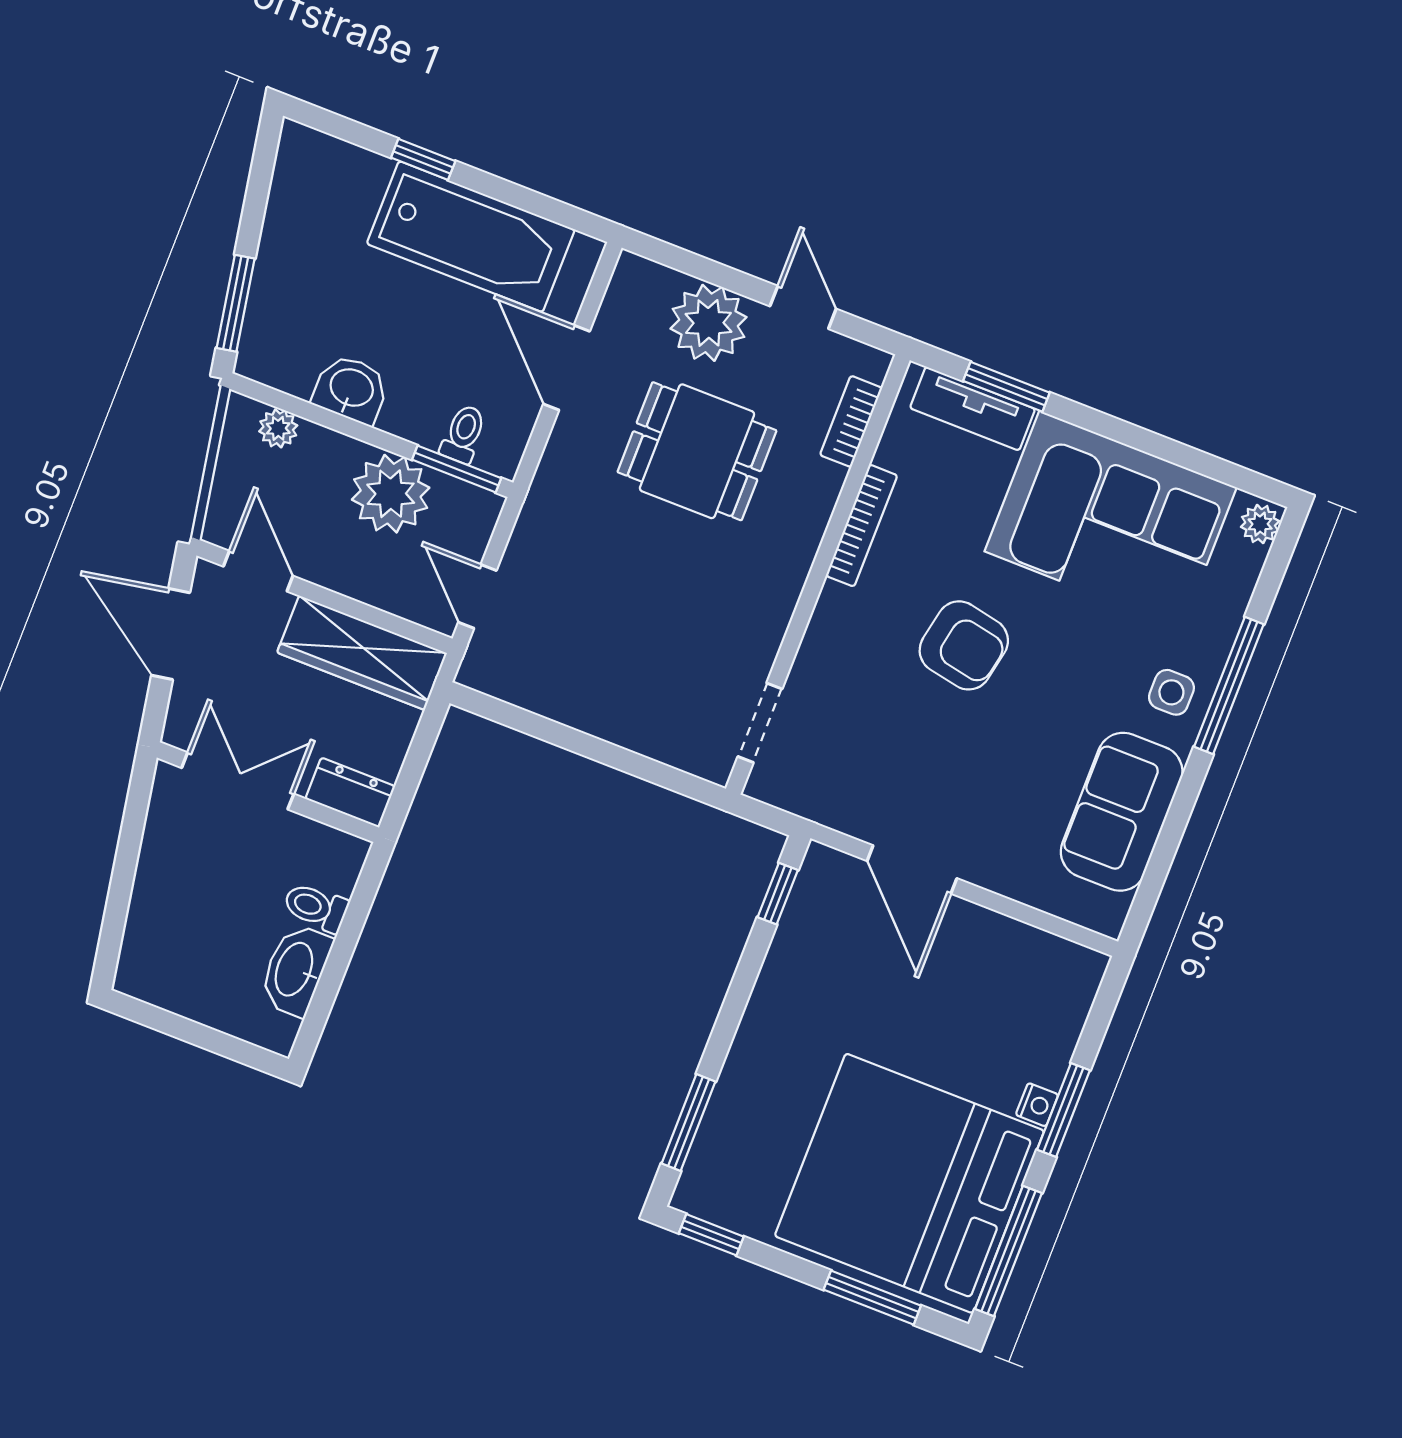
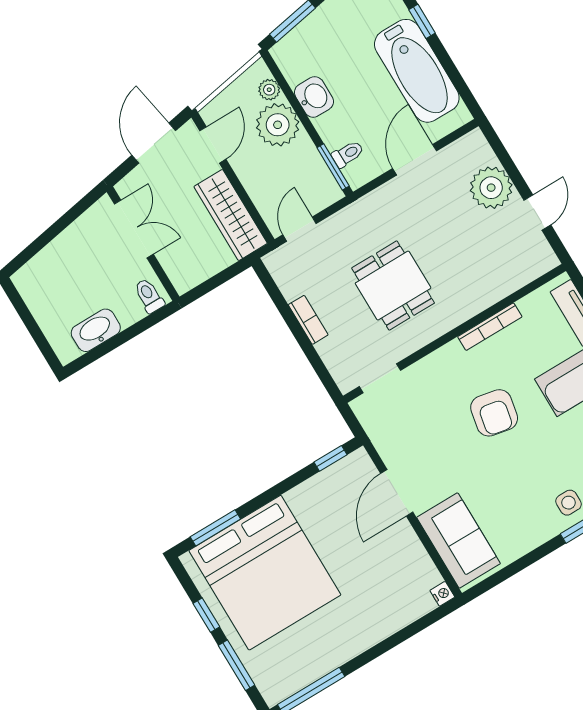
bookcase: (851, 421) -> (308, 320), moved, turned 90
dining table: (697, 451) -> (393, 286), moved
plant: (391, 494) -> (278, 125), moved
dresser: (350, 793) -> (179, 272), removed
sofa: (1122, 812) -> (458, 540), moved, turned 90
toilet: (316, 907) -> (149, 296), moved
nightstand: (1037, 1105) -> (442, 594), moved, turned -90
window: (1063, 1110) -> (382, 648), removed
bed: (909, 1183) -> (265, 573), moved, turned 180
window: (711, 1235) -> (206, 615), moved

